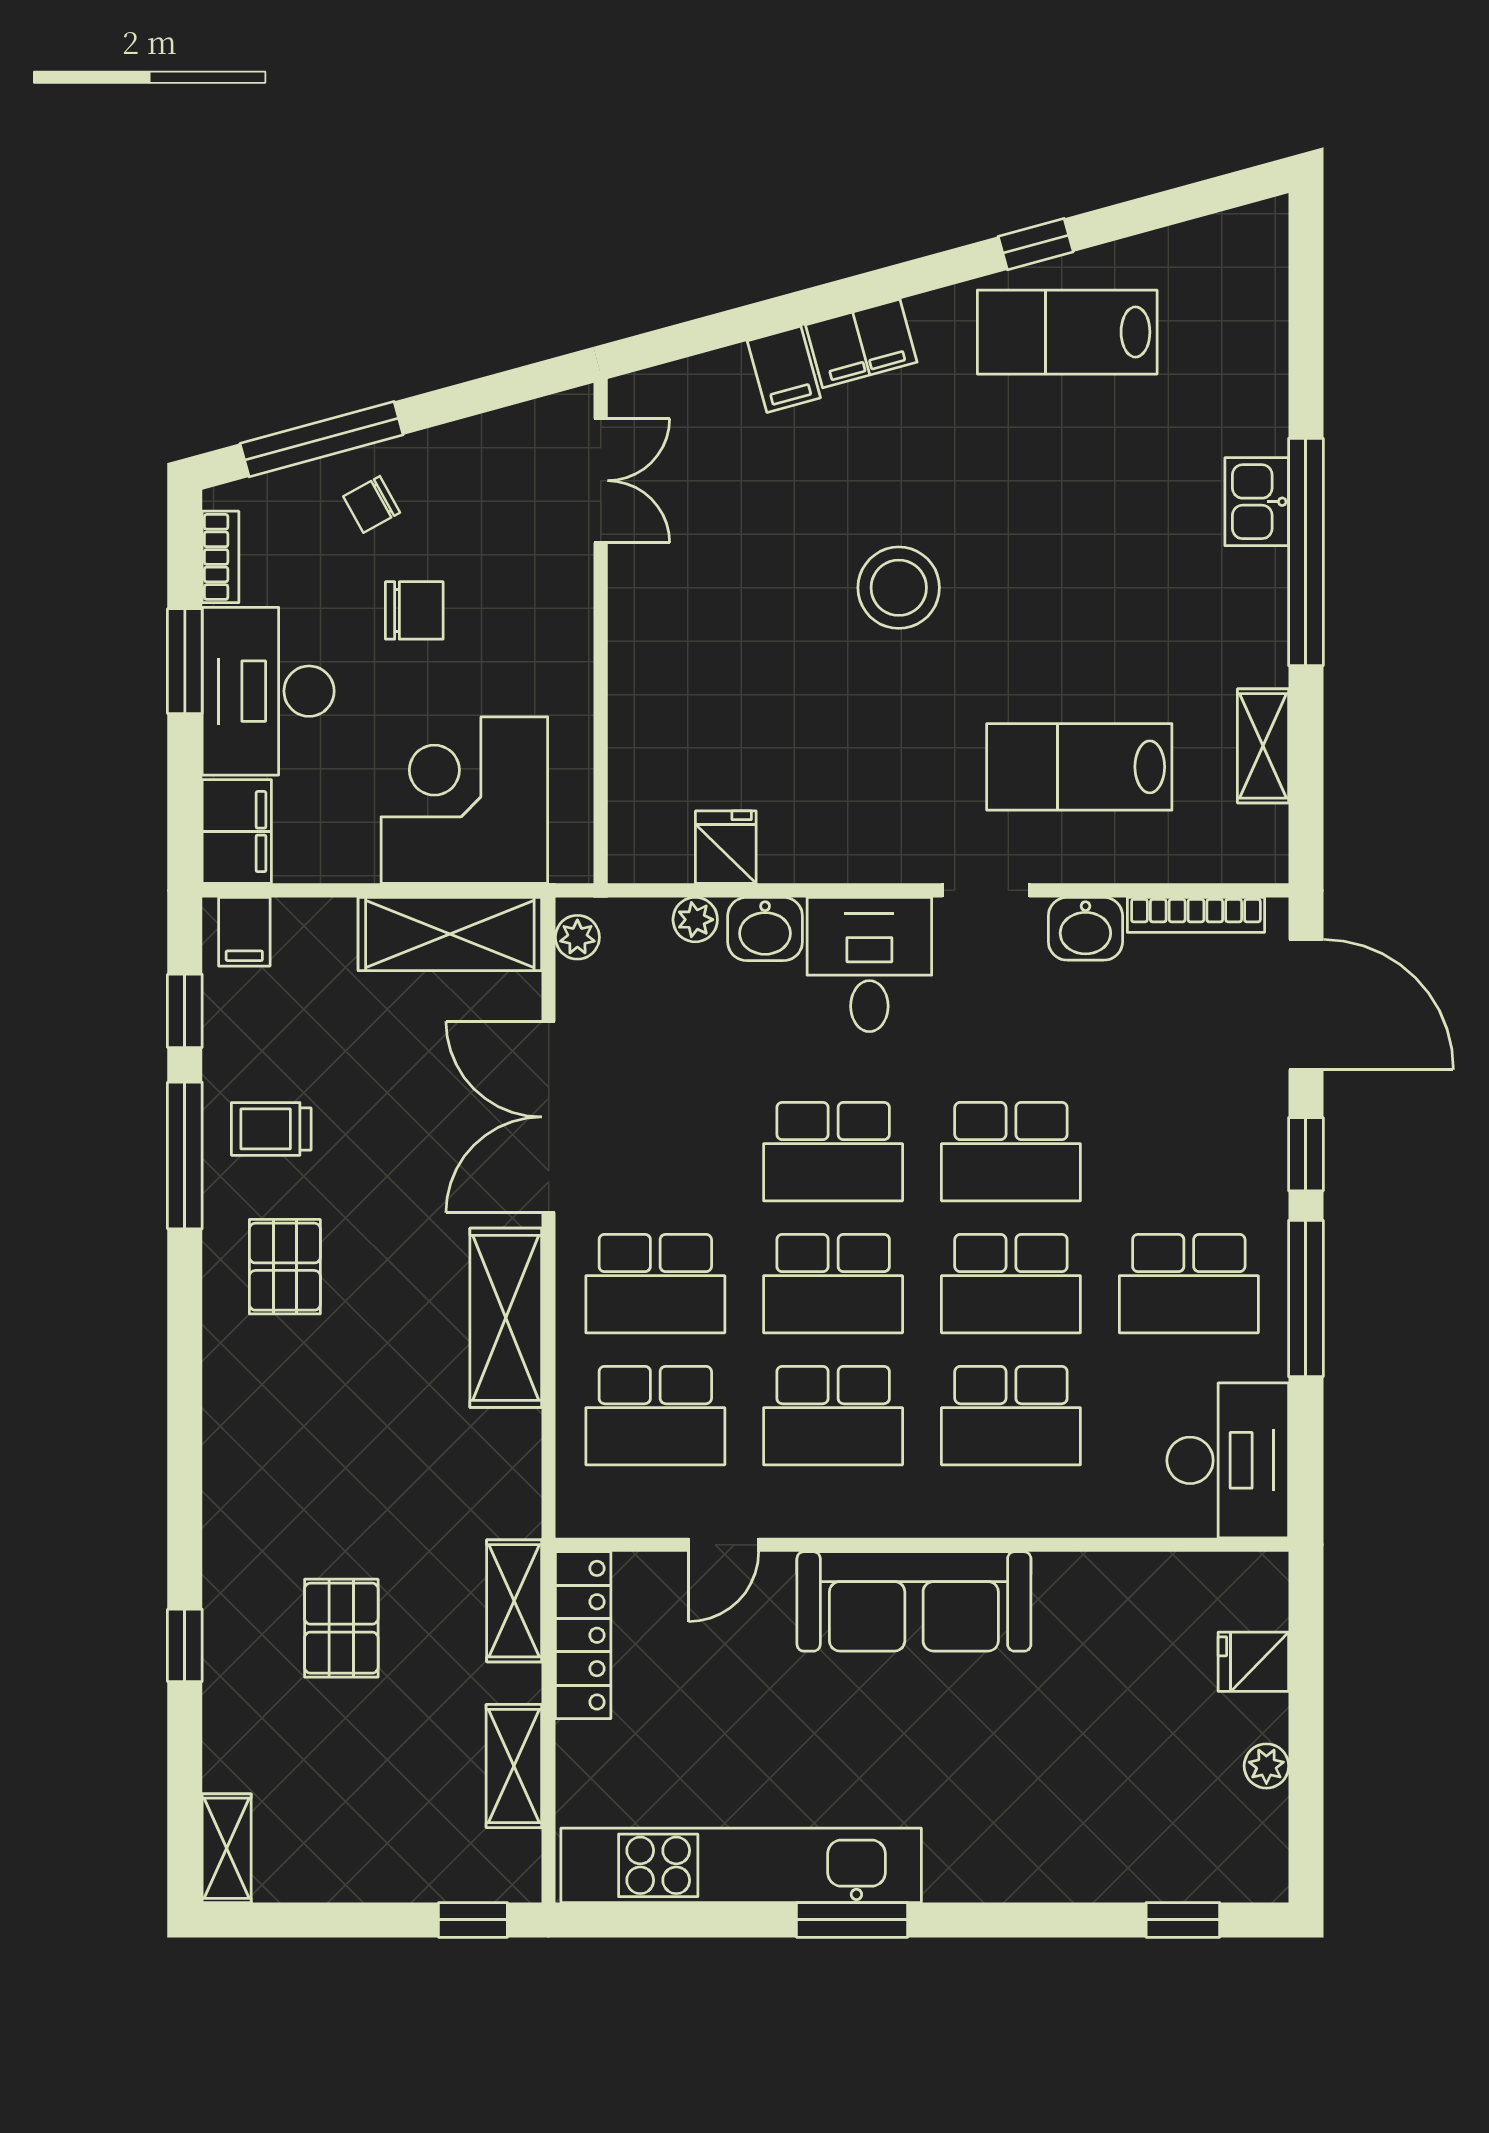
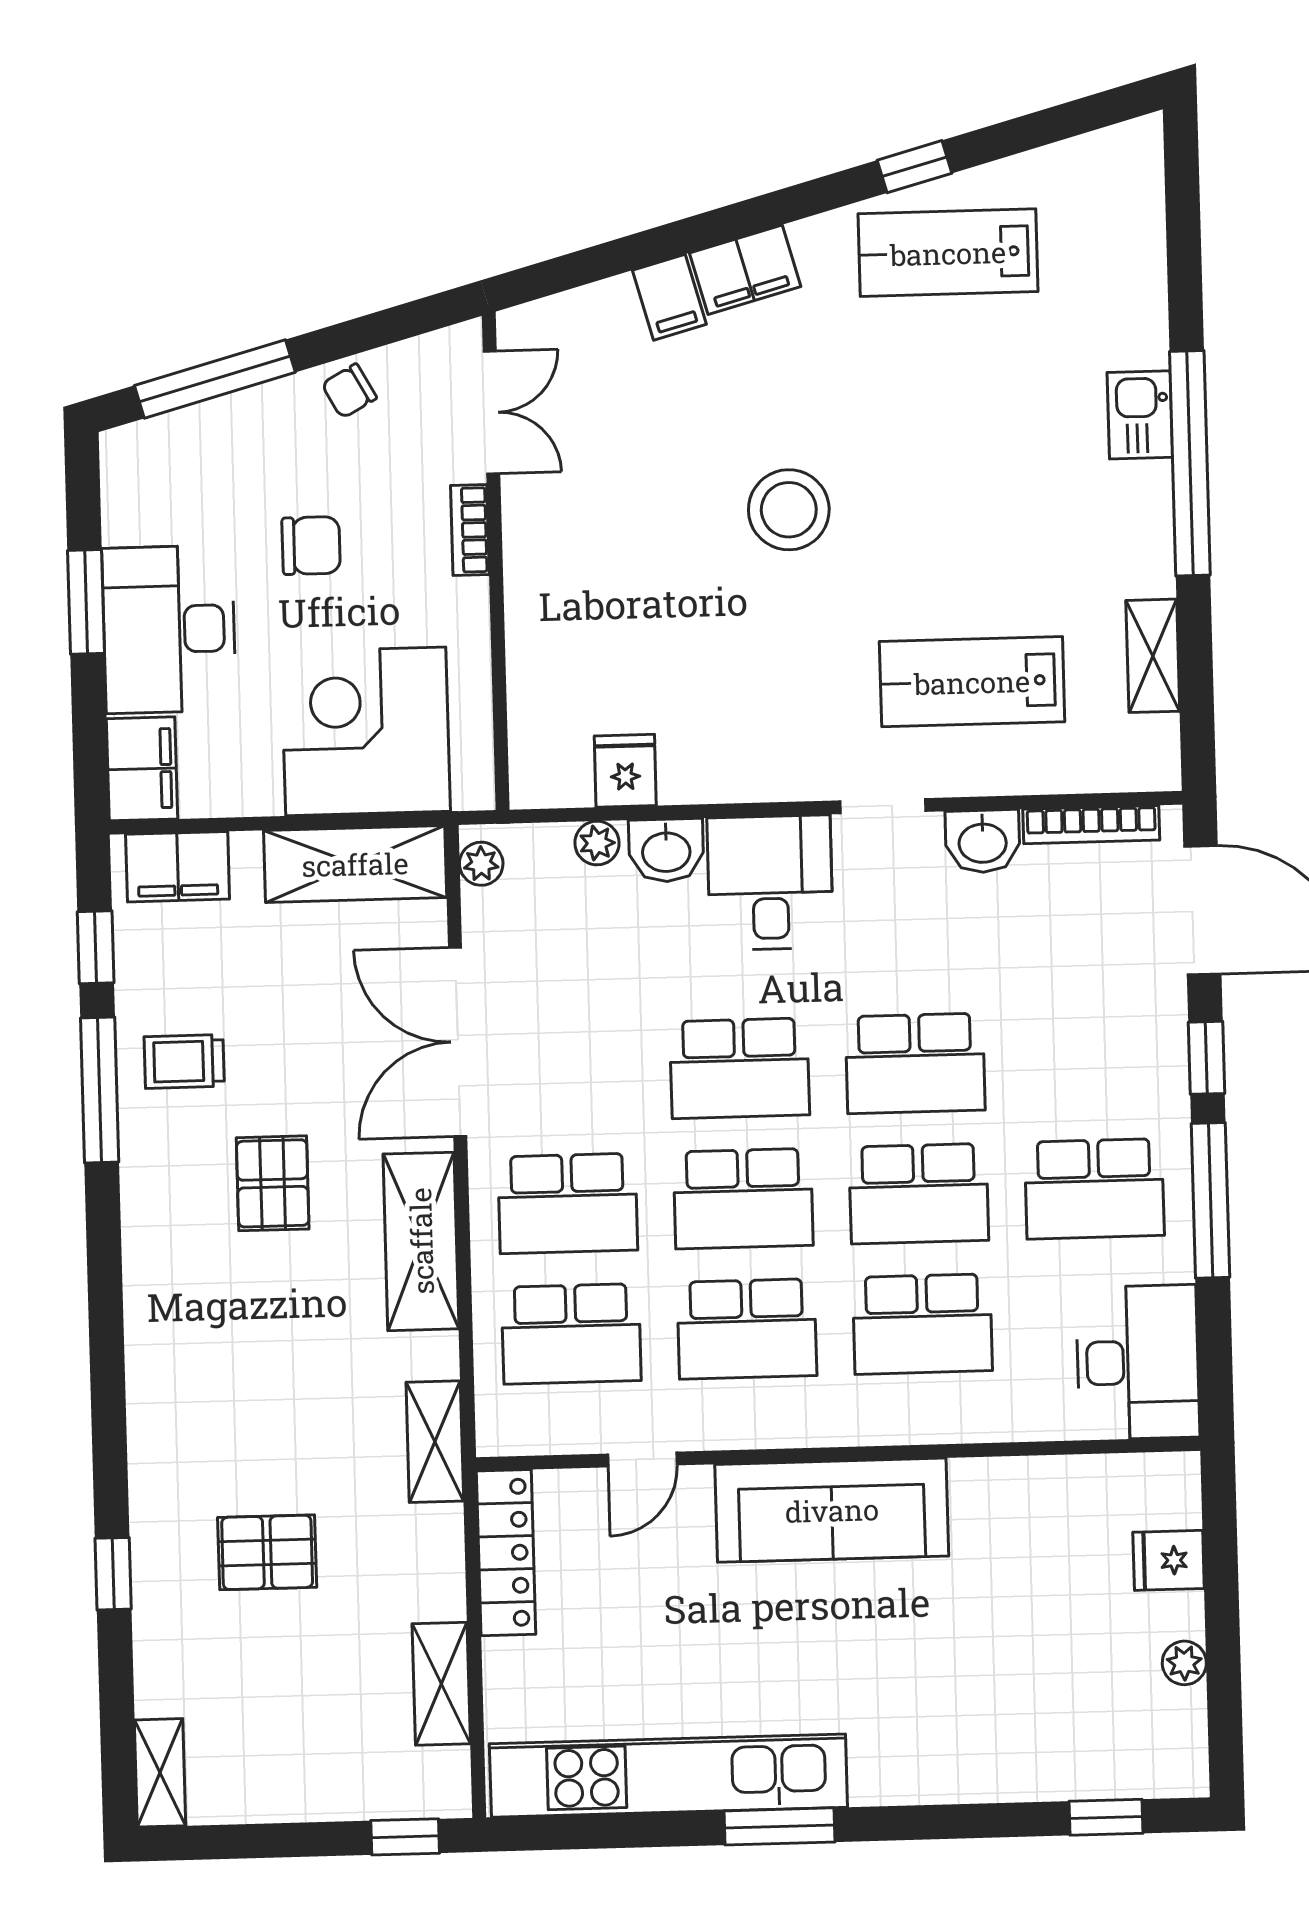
chair: (372, 504) -> (349, 391), moved
bookcase: (221, 557) -> (470, 530), moved, turned 180
filing cabinet: (244, 932) -> (178, 867), width x2.00
pallet: (285, 1267) -> (273, 1183), moved
shelving: (514, 1601) -> (435, 1442), moved
pallet: (341, 1628) -> (267, 1552), turned 90

